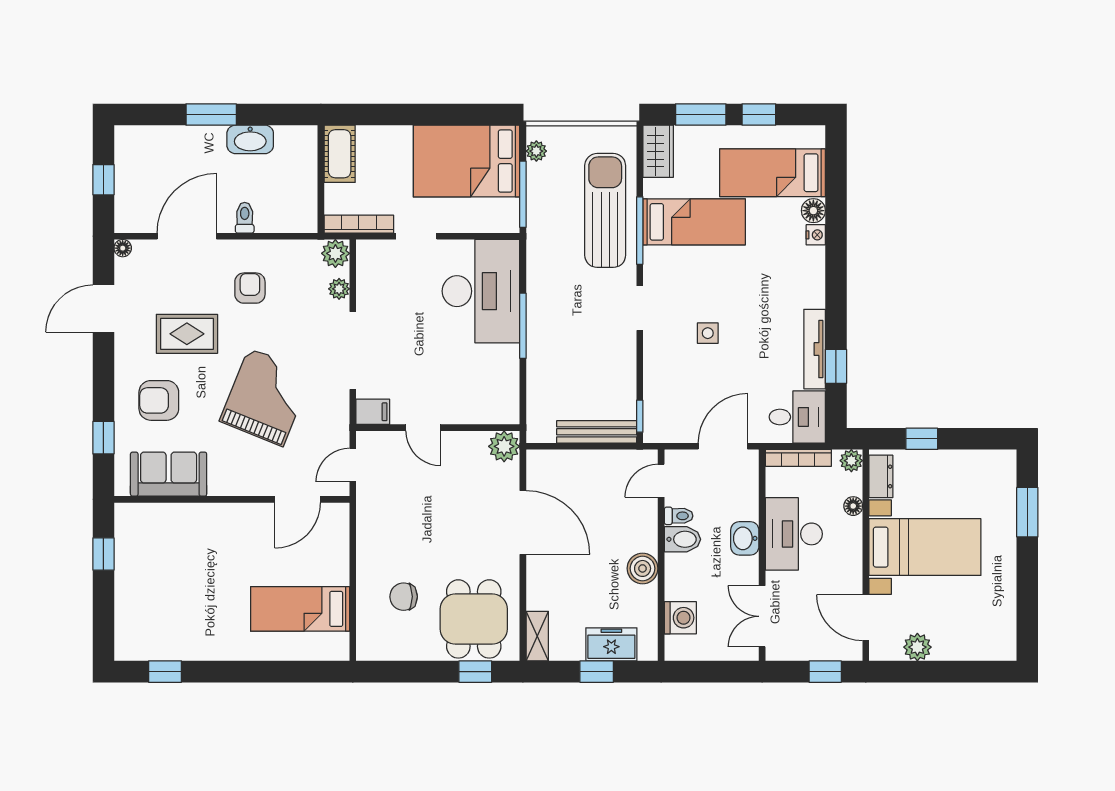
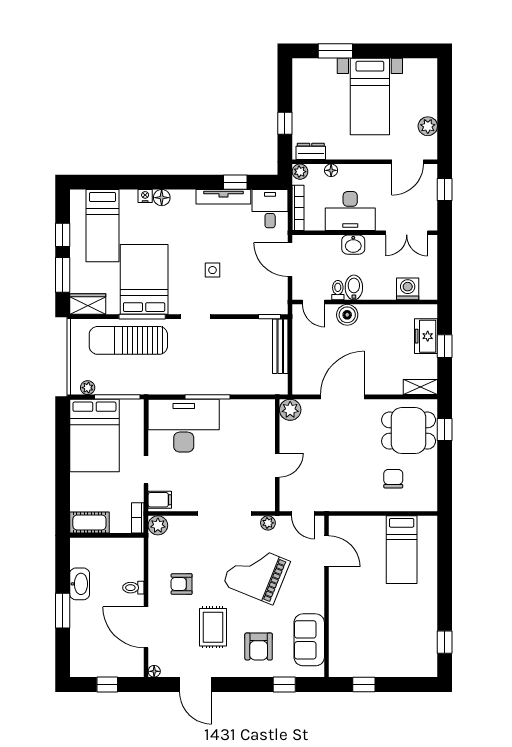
floor lamp: (813, 211) -> (162, 198), moved
bed: (694, 222) -> (144, 279), width x1.50
bookcase: (359, 224) -> (138, 518), width x0.64
plant: (339, 289) -> (268, 523), moved
filing cabinet: (373, 412) -> (160, 500), moved, turned 90
bed with nightstands: (925, 547) -> (370, 97), moved, turned 180
boiler: (643, 568) -> (347, 315), moved
chair: (404, 597) -> (393, 479), turned 180

